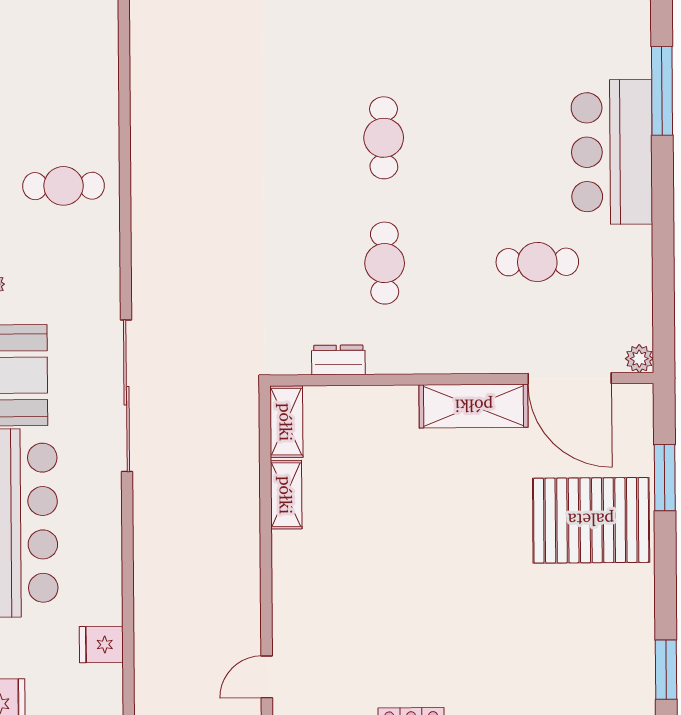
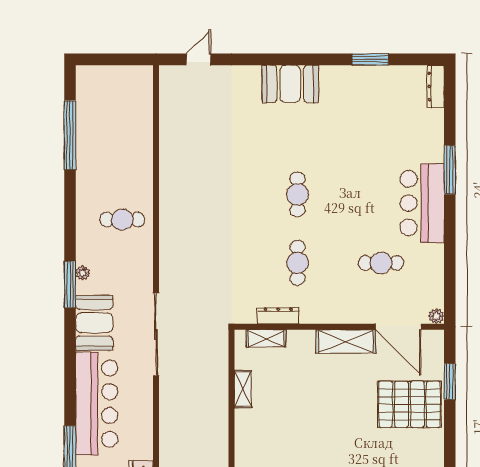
dresser: (338, 360) -> (278, 316), width x1.44
shelving: (286, 422) -> (266, 338), moved, turned 90

